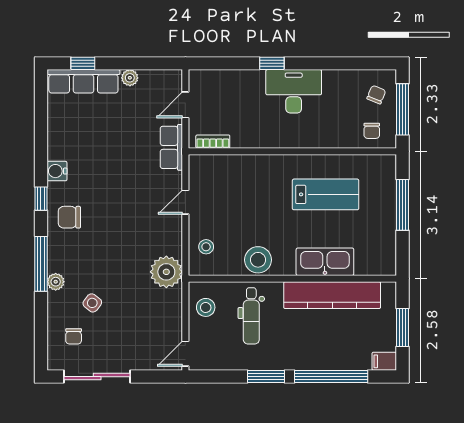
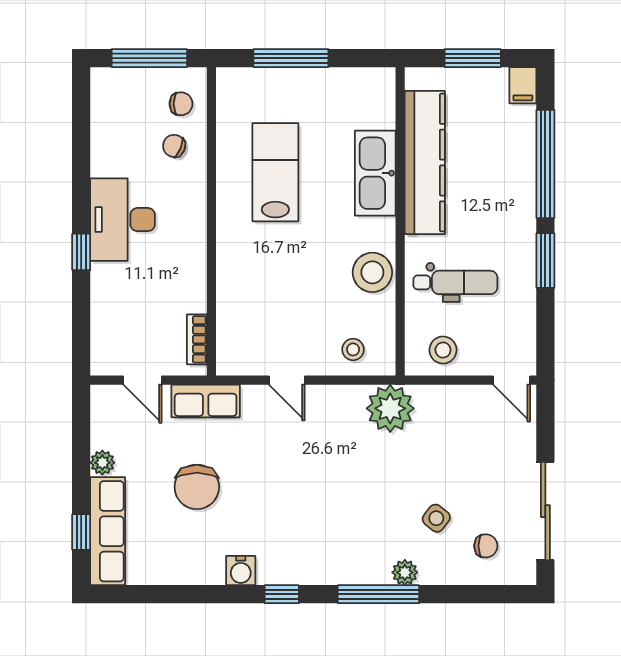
chair: (376, 95) -> (174, 146), moved
chair: (69, 217) -> (197, 487), moved, width x1.37, depth x1.37

